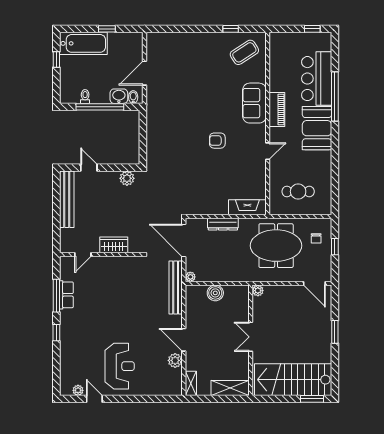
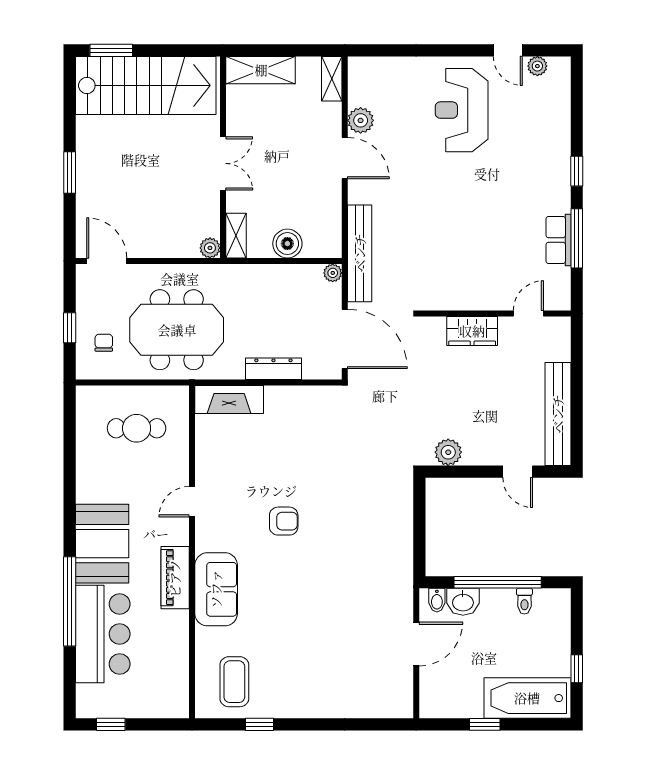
coffee table: (244, 52) -> (234, 682), turned -57
shelving: (243, 297) -> (236, 236), added

